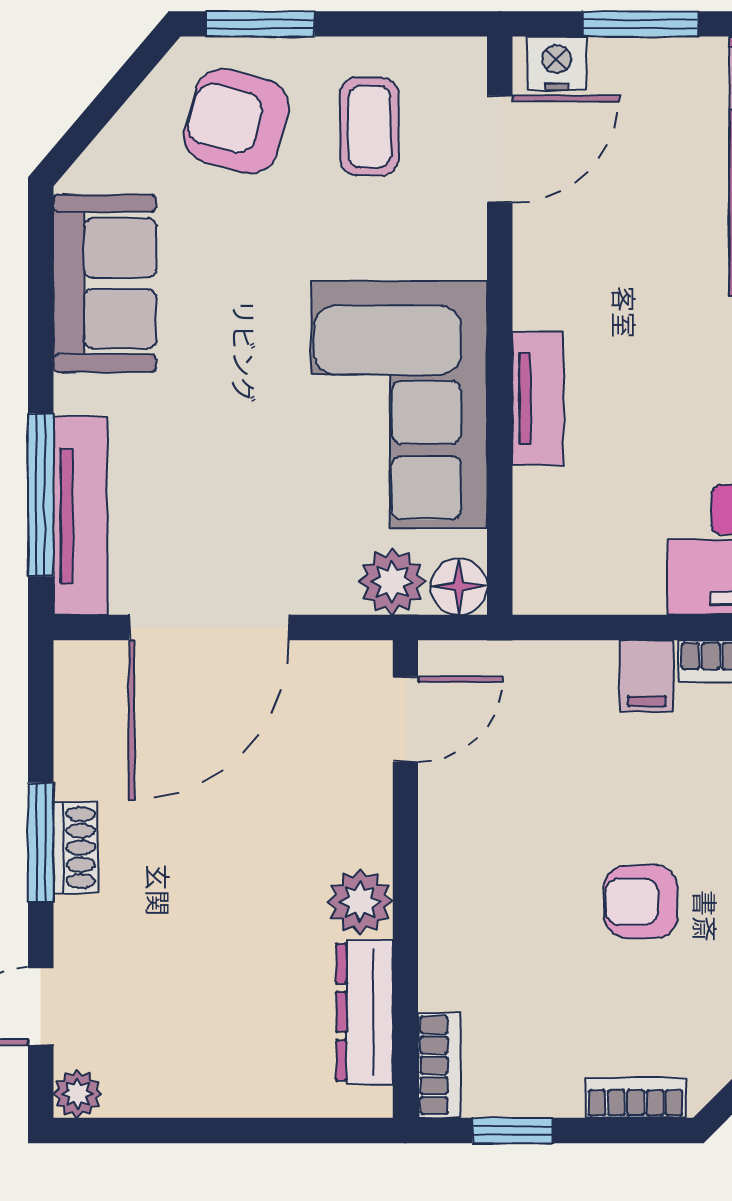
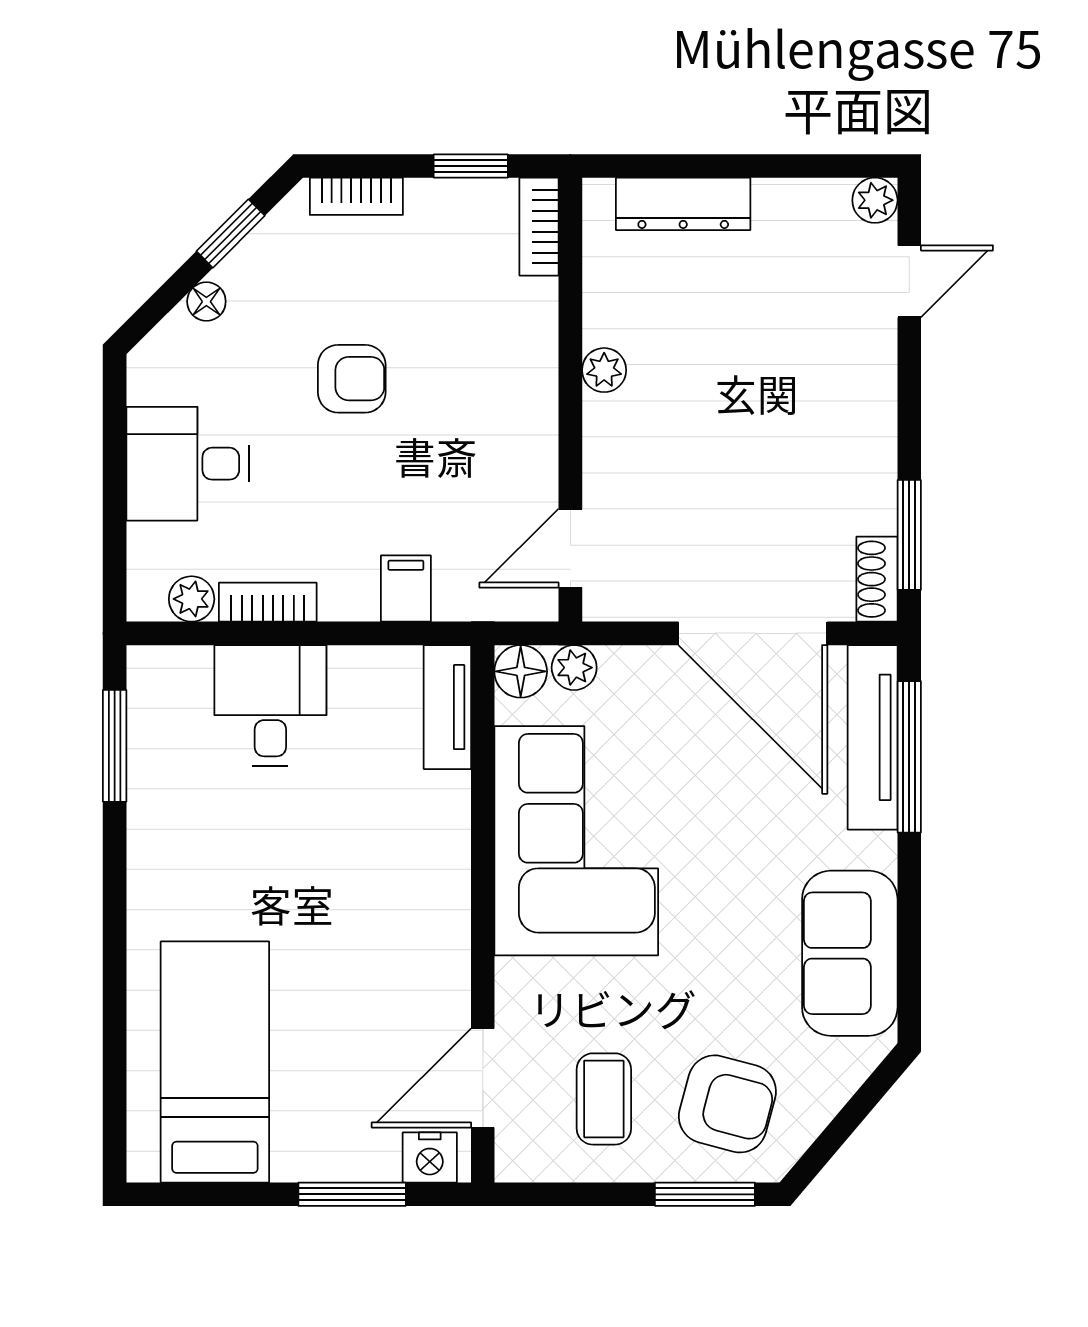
tv unit: (538, 398) -> (447, 707), moved
plant: (392, 582) -> (574, 668), width x0.73, depth x0.73
door: (209, 628) -> (753, 633), swing flipped
filing cabinet: (647, 676) -> (406, 588), moved
window: (41, 842) -> (909, 535), moved
shoe rack: (75, 848) -> (877, 579), moved
plant: (360, 902) -> (604, 370), width x0.73, depth x0.73
dresser: (365, 1012) -> (683, 204), moved, turned 90

